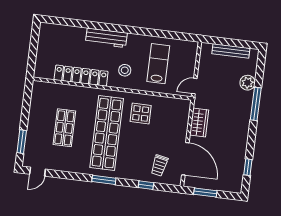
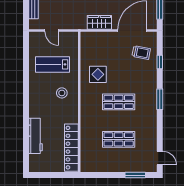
workbench: (106, 38) -> (36, 136), moved
locker: (81, 76) -> (71, 148), moved
door: (194, 86) -> (52, 30), moved
shop shelf: (107, 133) -> (119, 102), width x0.50, depth x0.74

